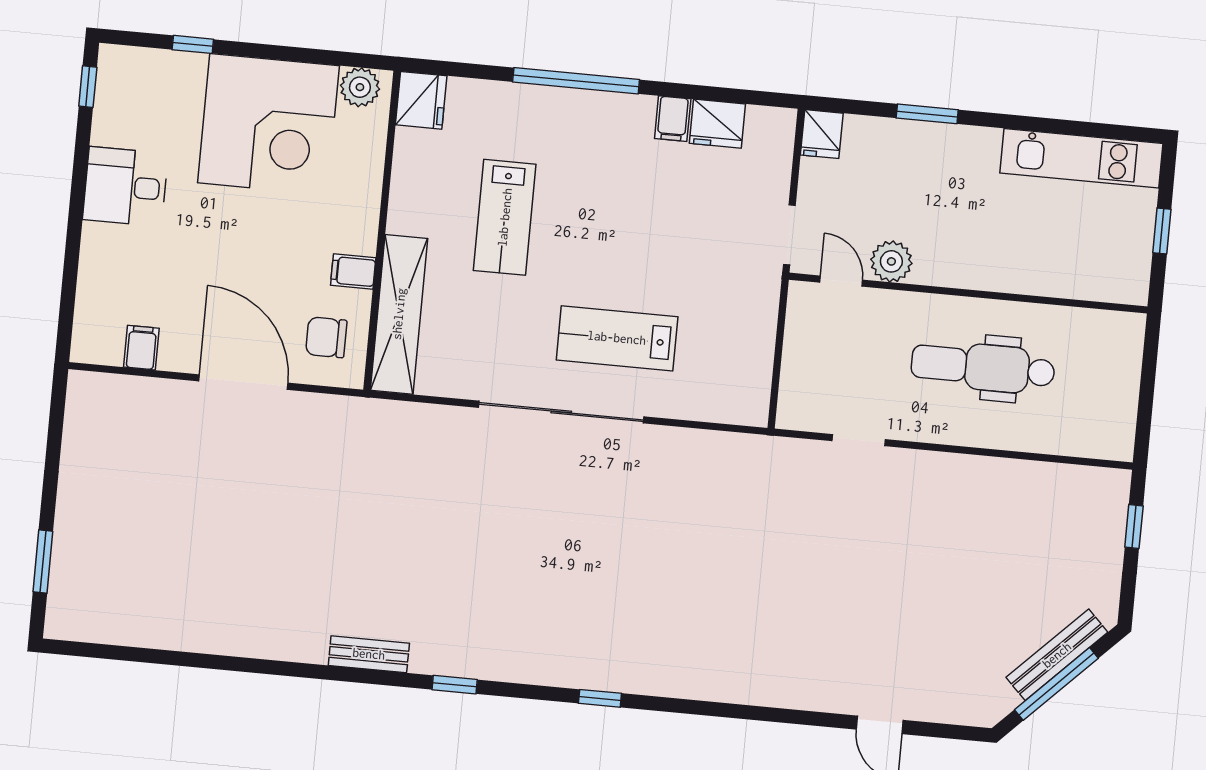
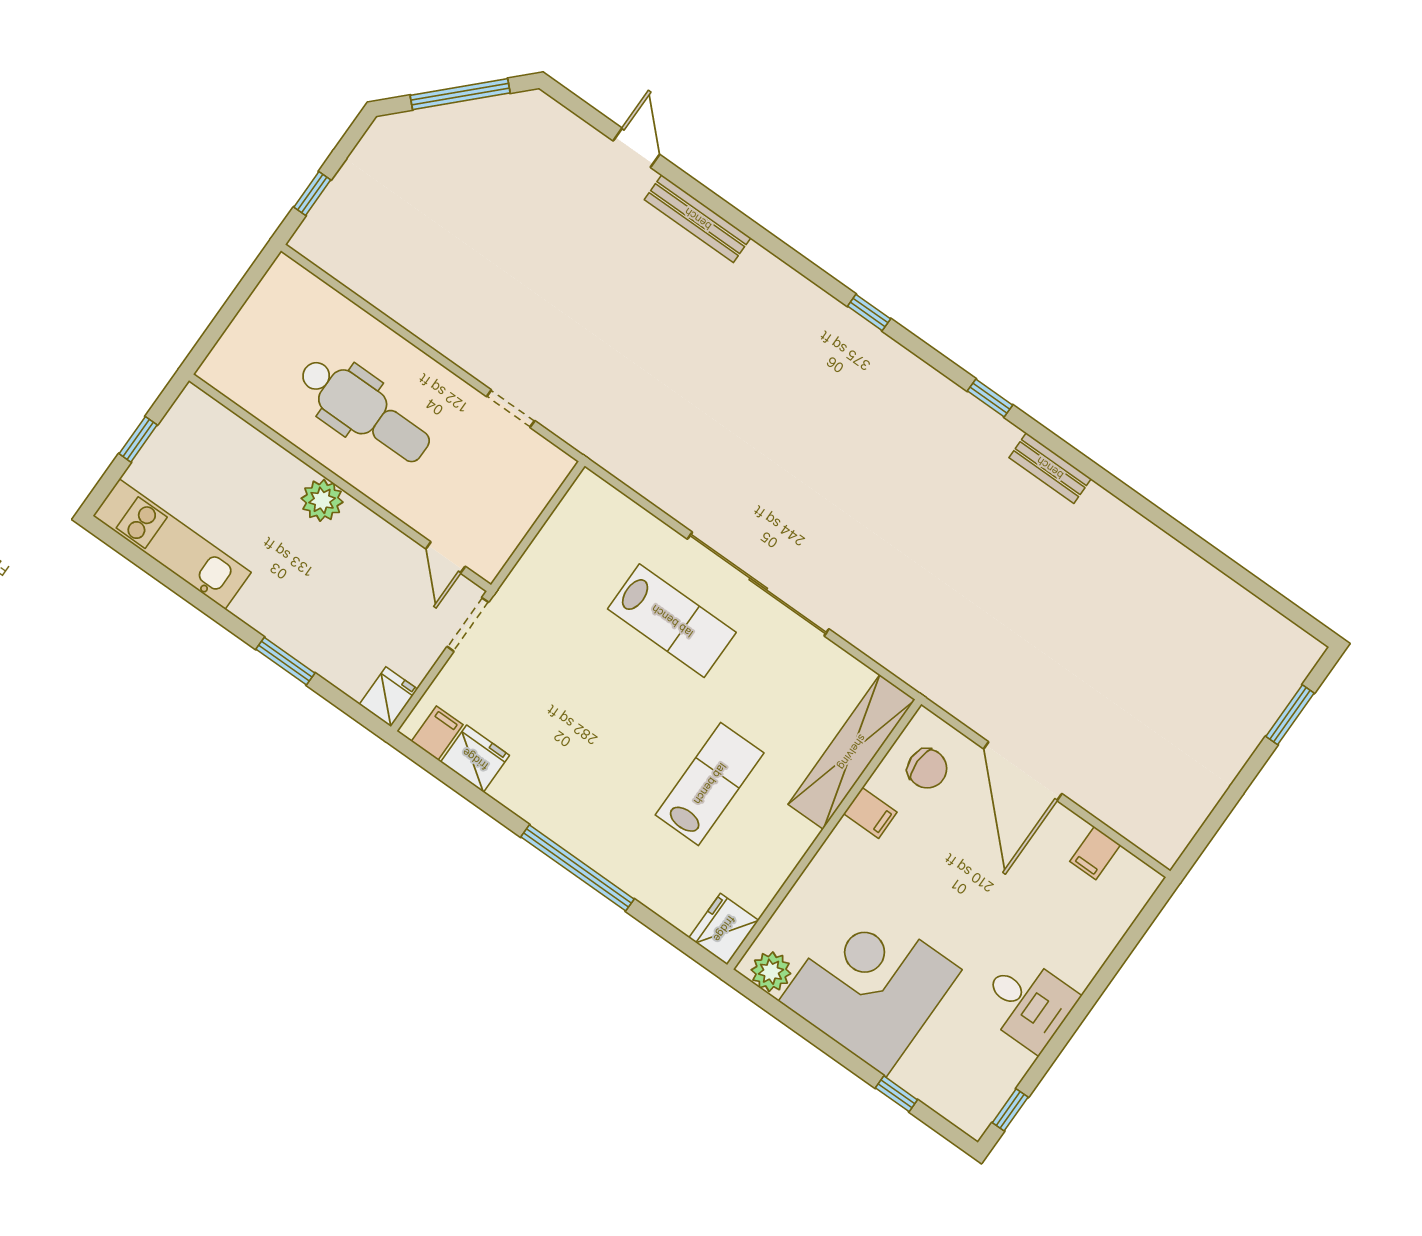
filing cabinet: (673, 119) -> (437, 733), moved
plant: (891, 261) -> (322, 500), moved
bench: (1057, 655) -> (698, 219), moved, turned 45

